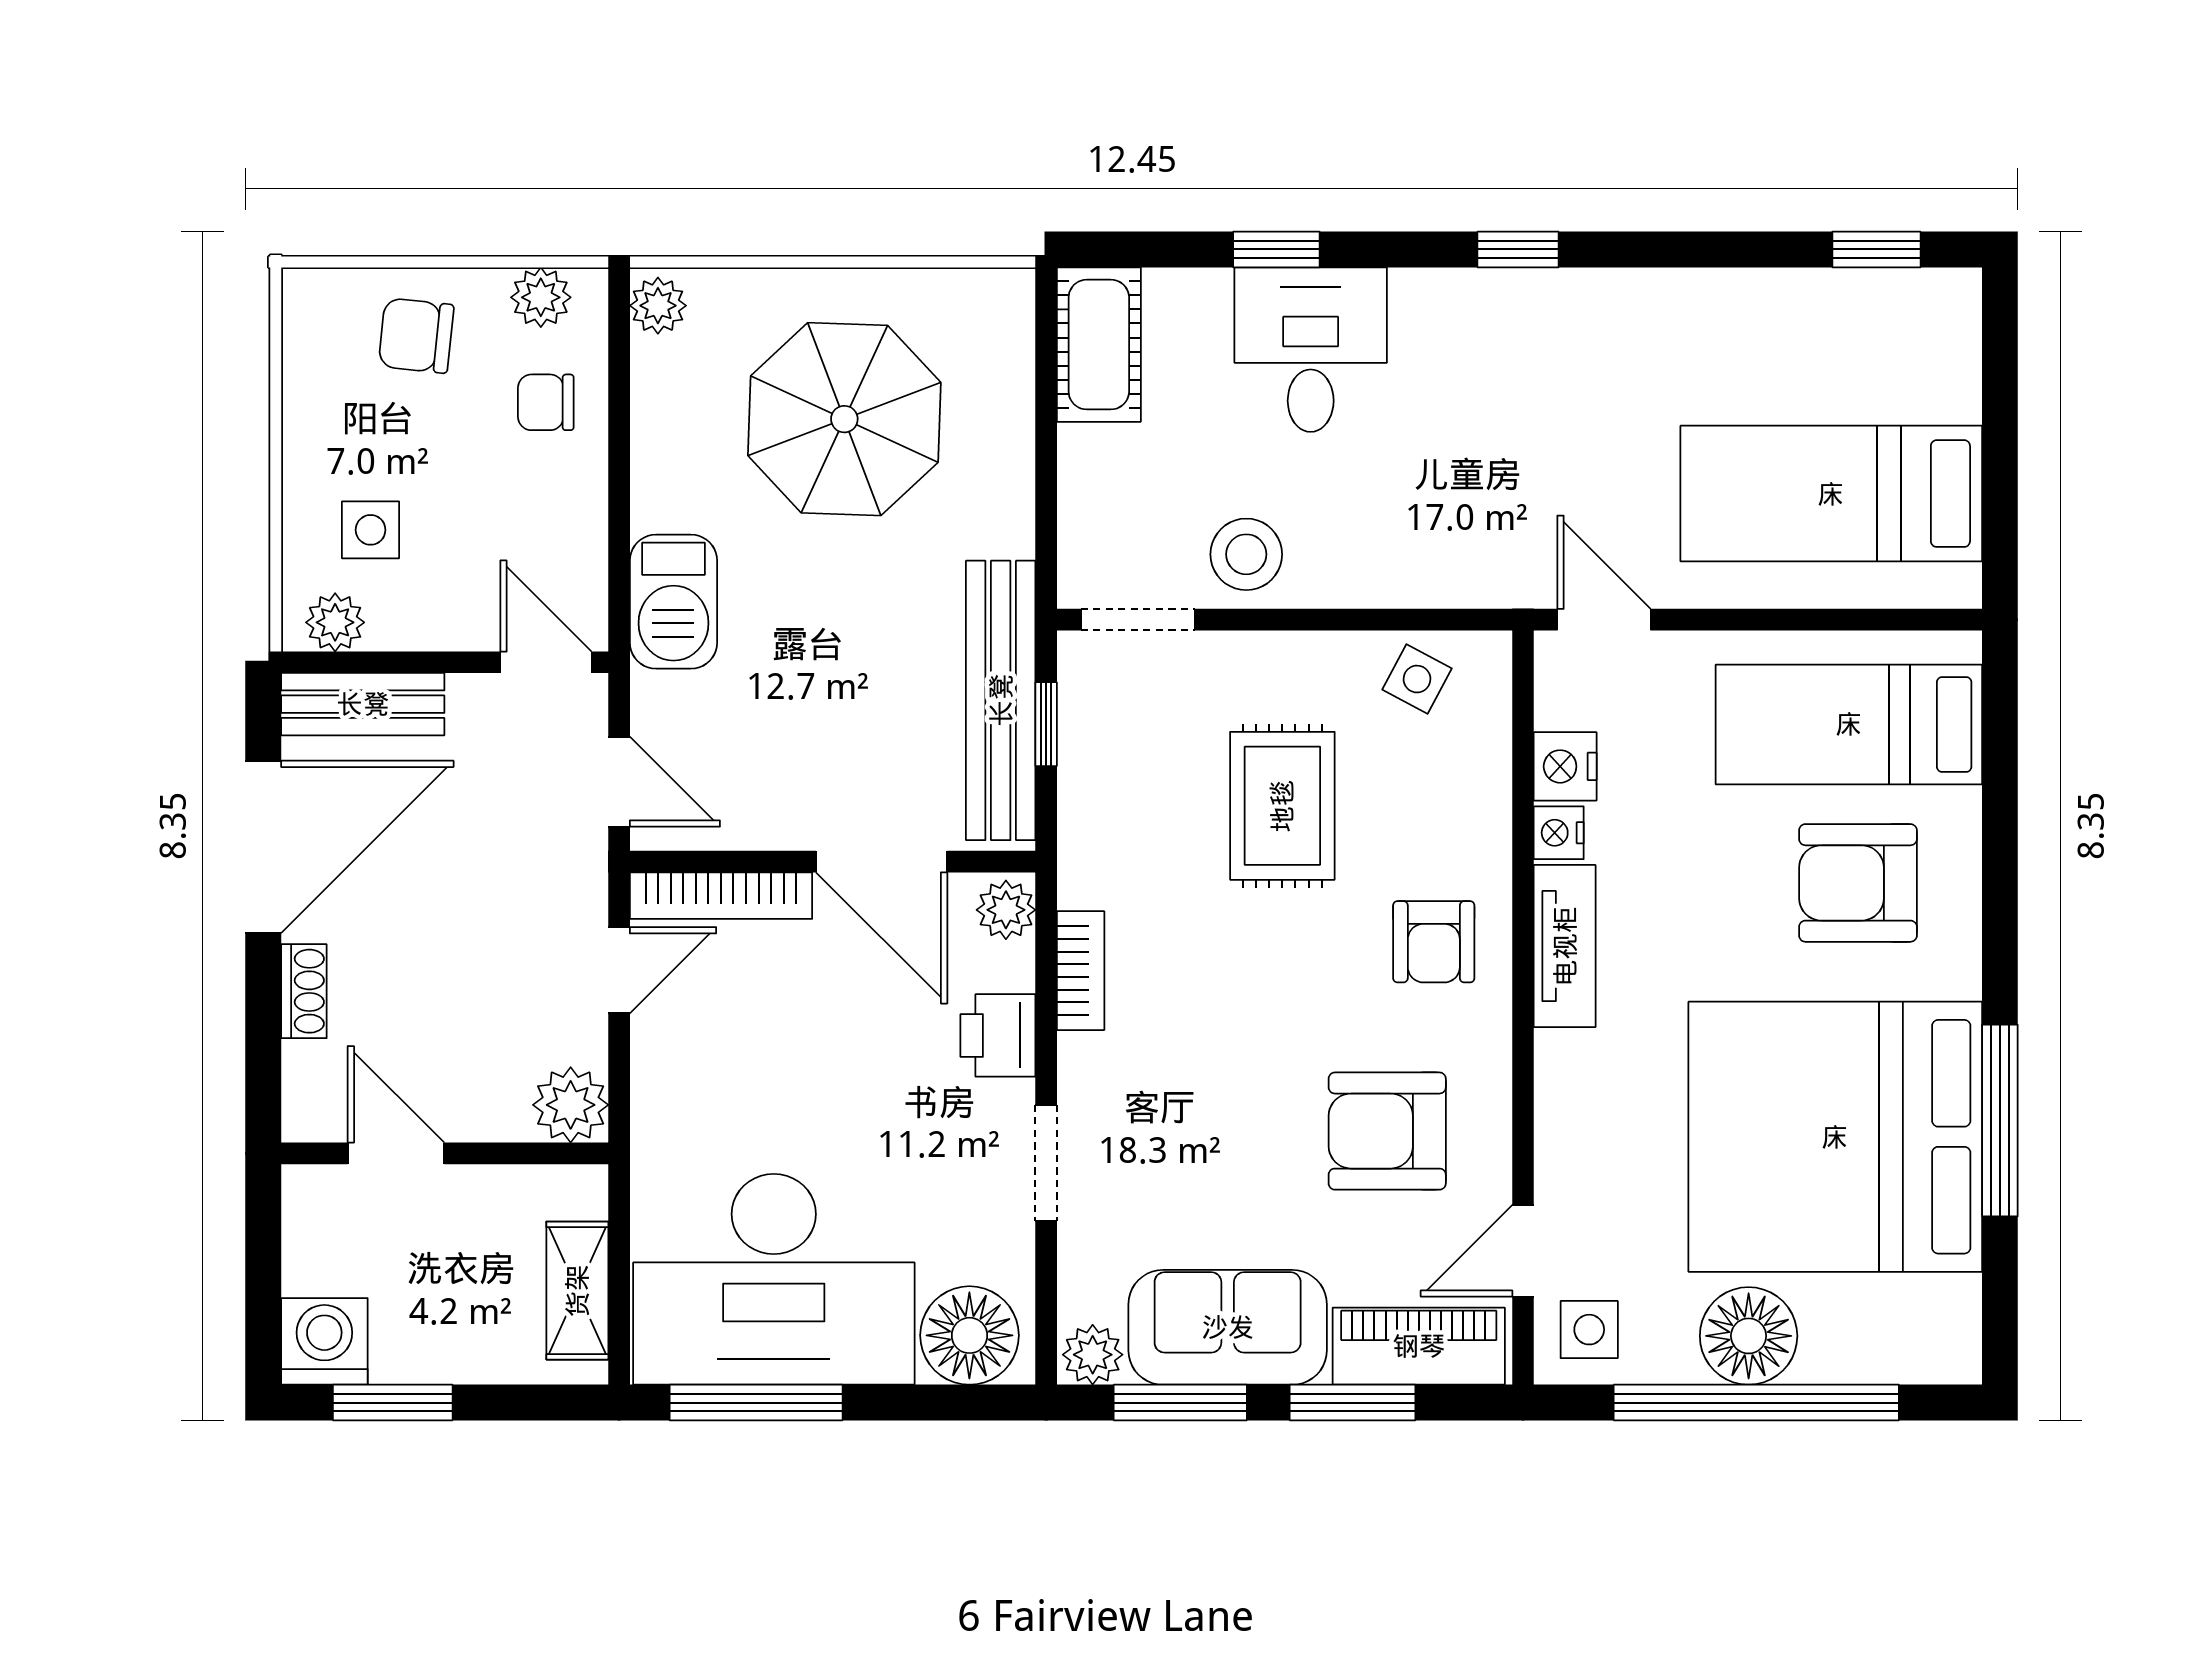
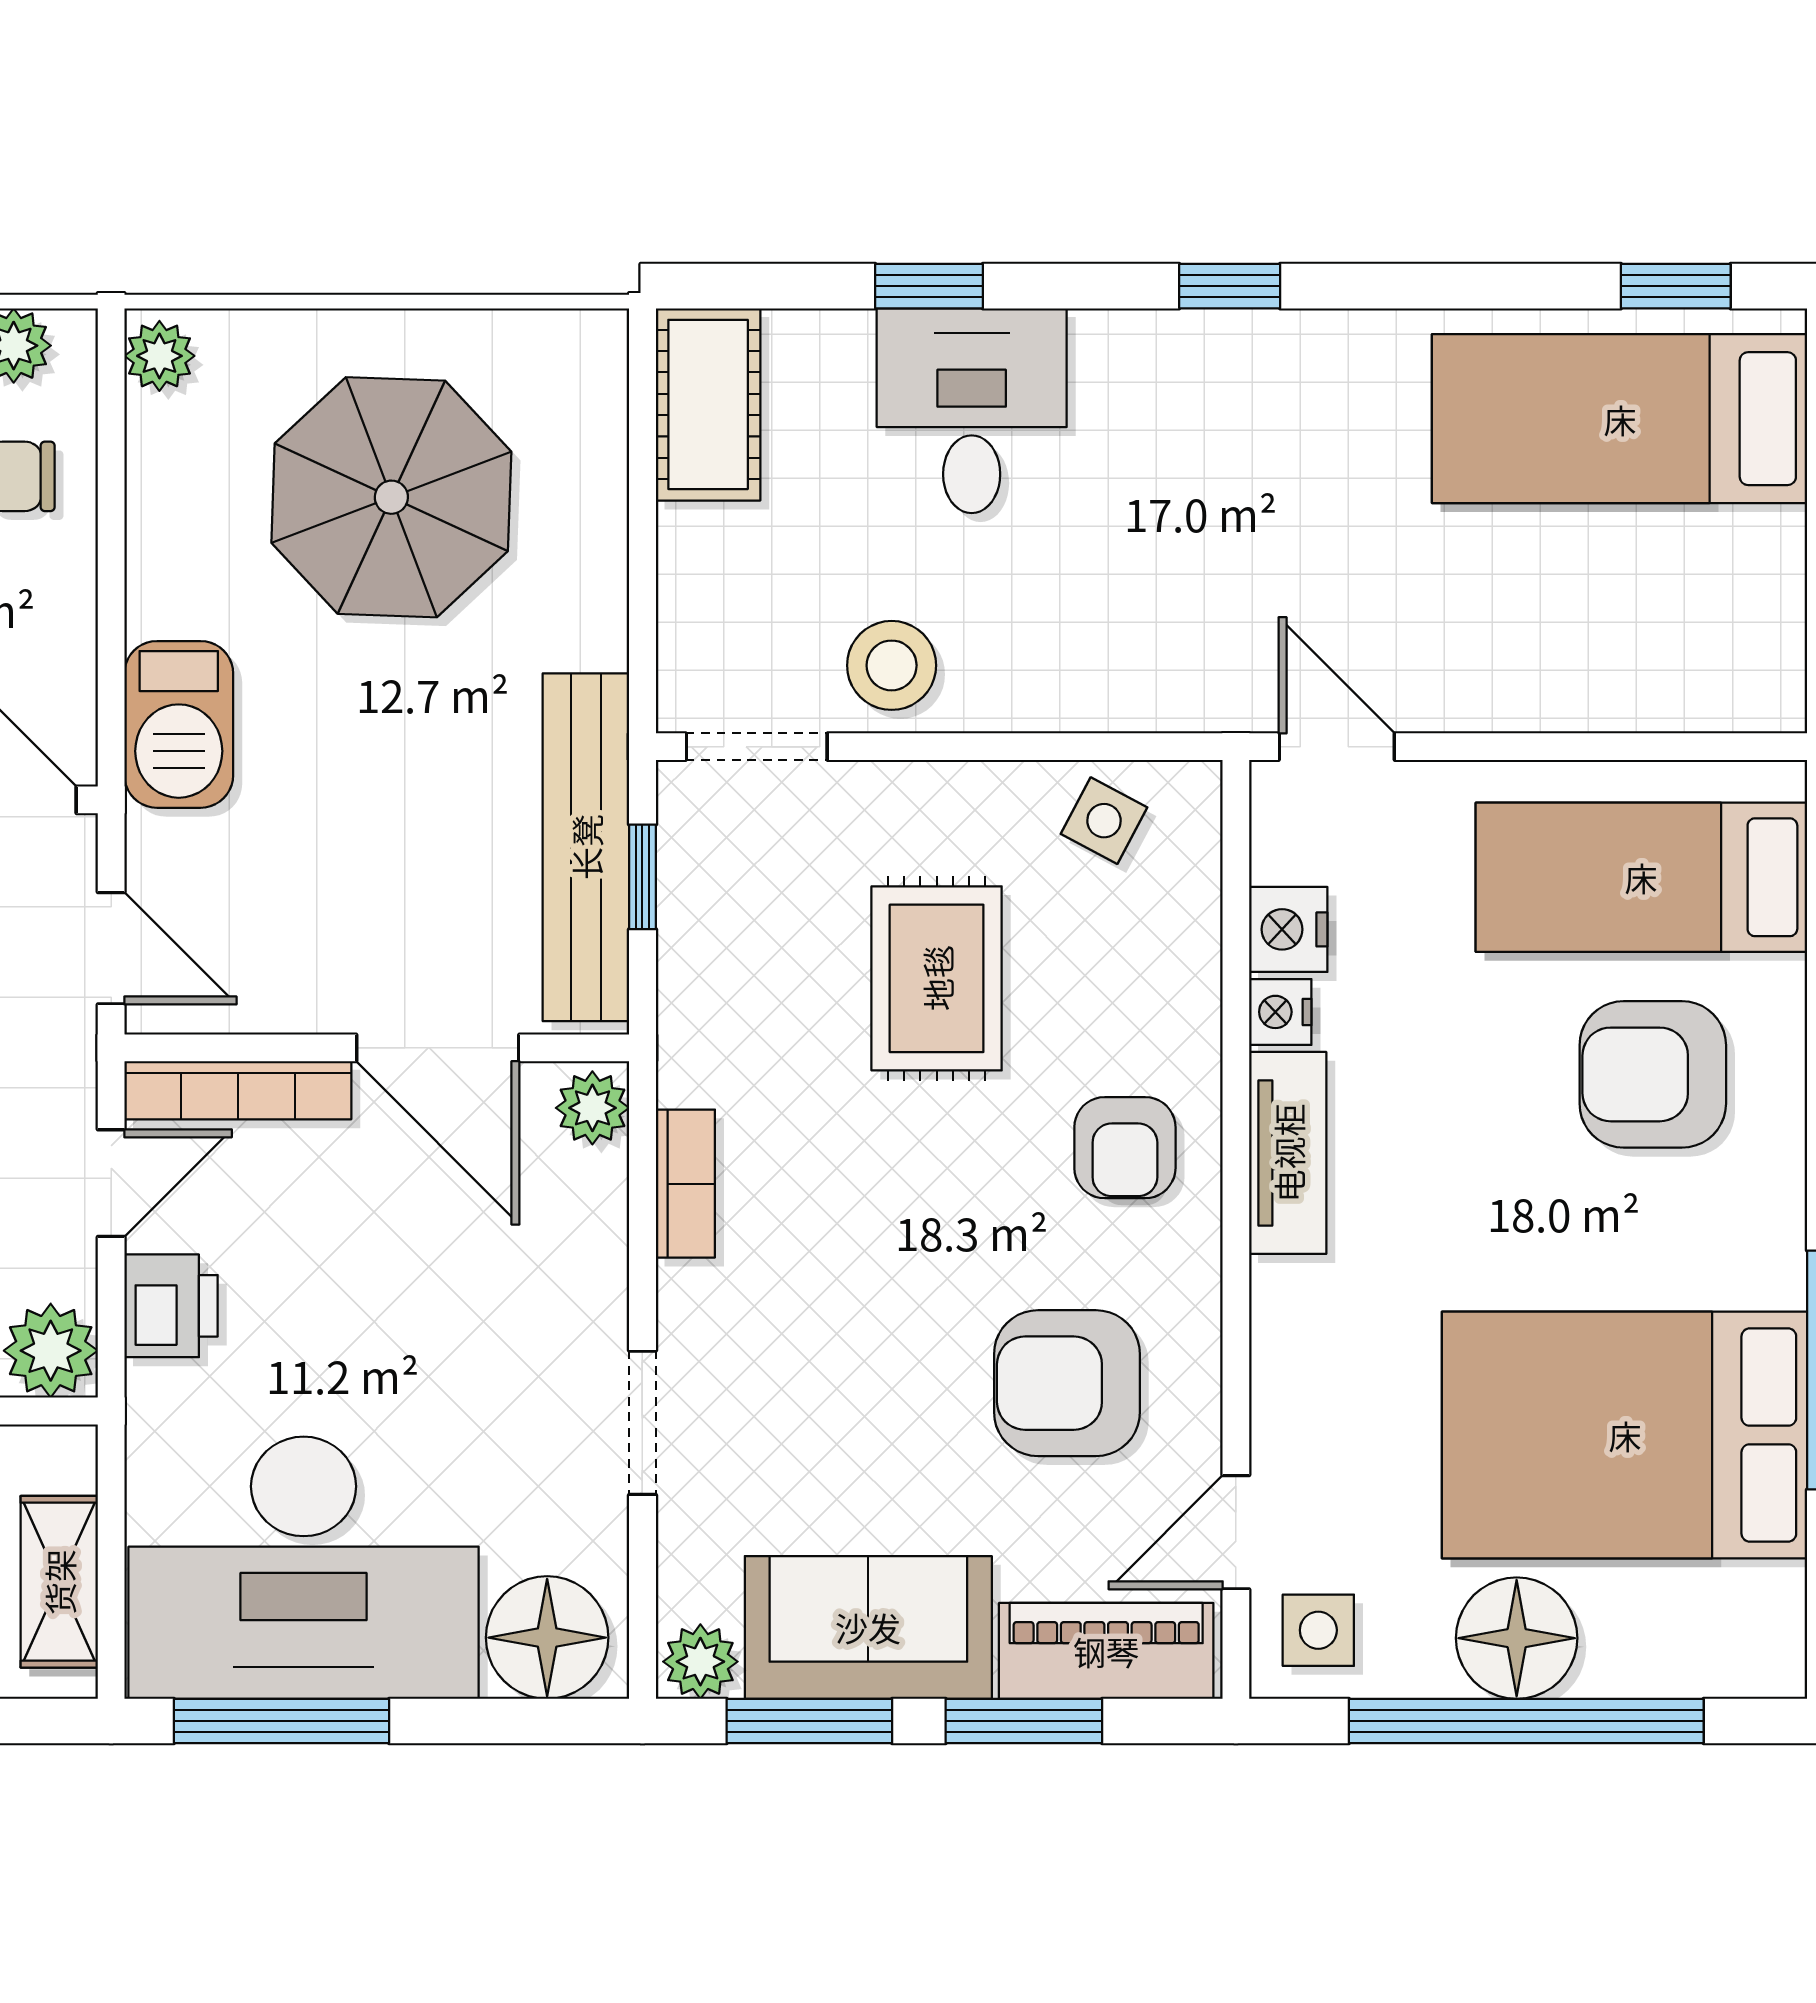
bed: (1831, 494) -> (1620, 419), moved
printer: (998, 1035) -> (171, 1306), moved, turned 180
bed: (1835, 1137) -> (1625, 1435), width x0.73

